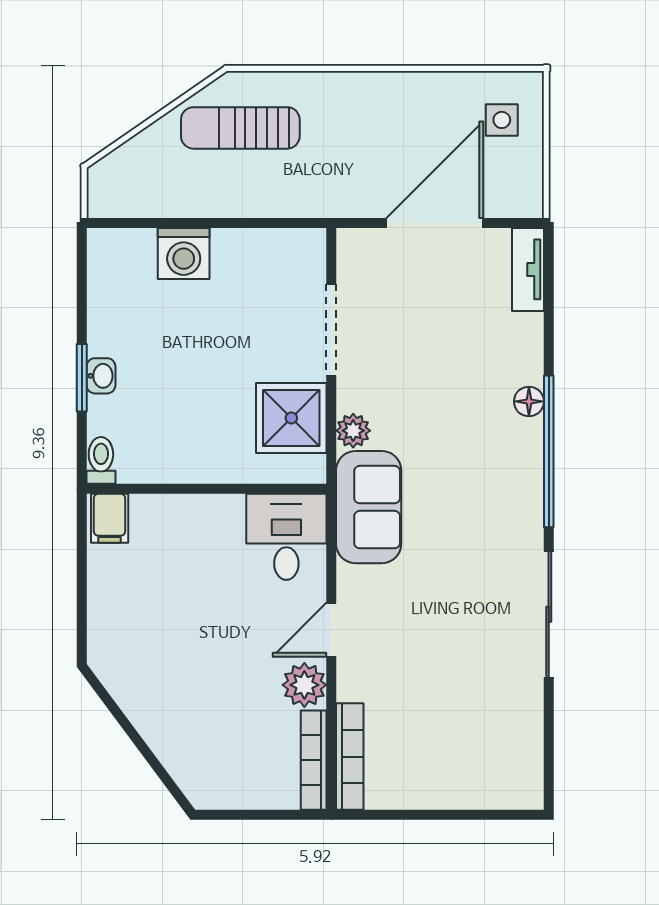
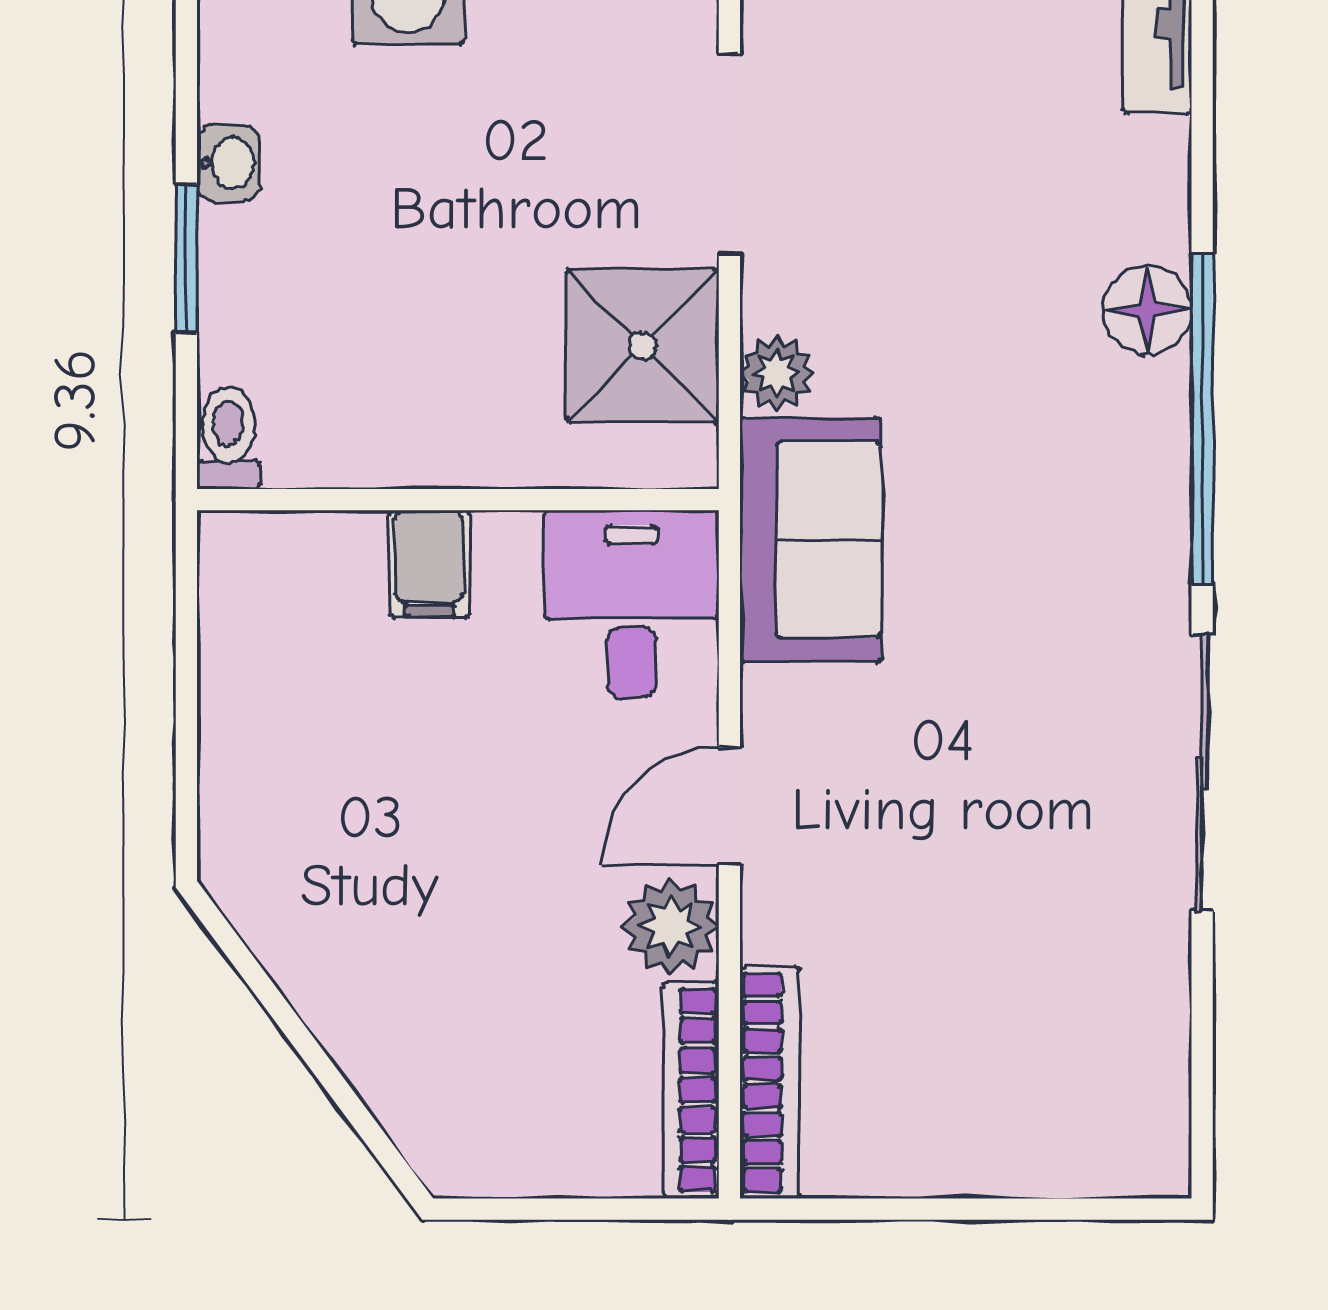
washbasin: (101, 376) -> (228, 163), moved
floor lamp: (529, 401) -> (1147, 310), width x1.37, depth x1.37
filing cabinet: (110, 518) -> (429, 564), moved

